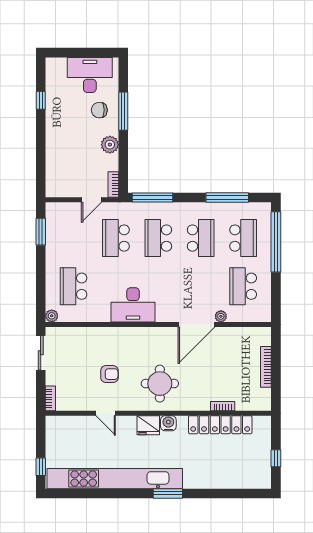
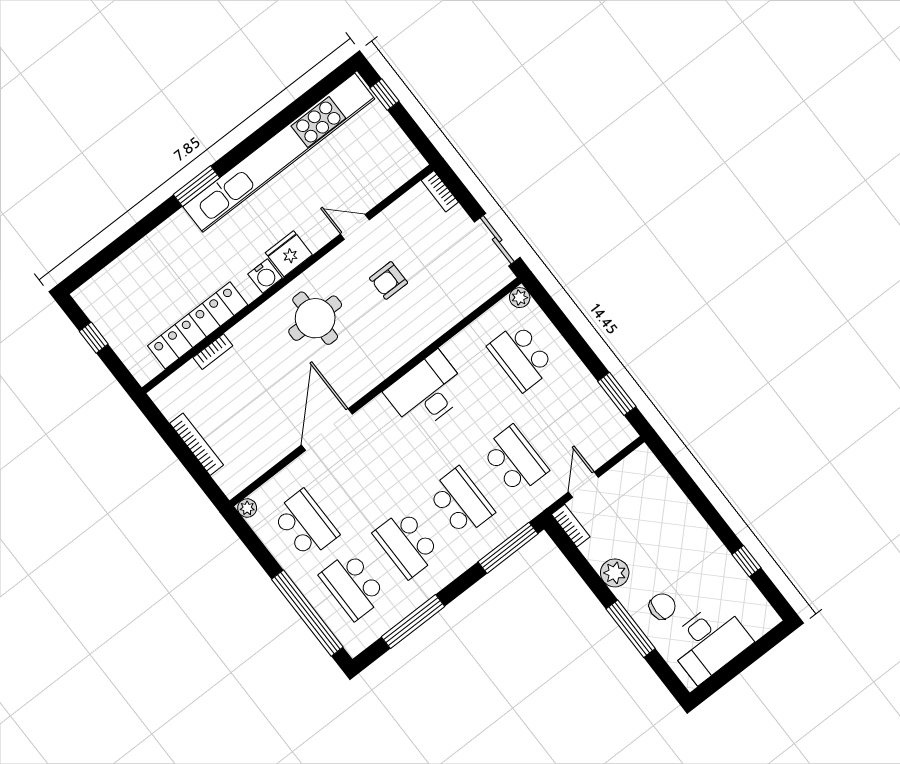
school desk: (73, 286) -> (521, 357), turned 180
plant: (221, 316) -> (247, 508), moved

